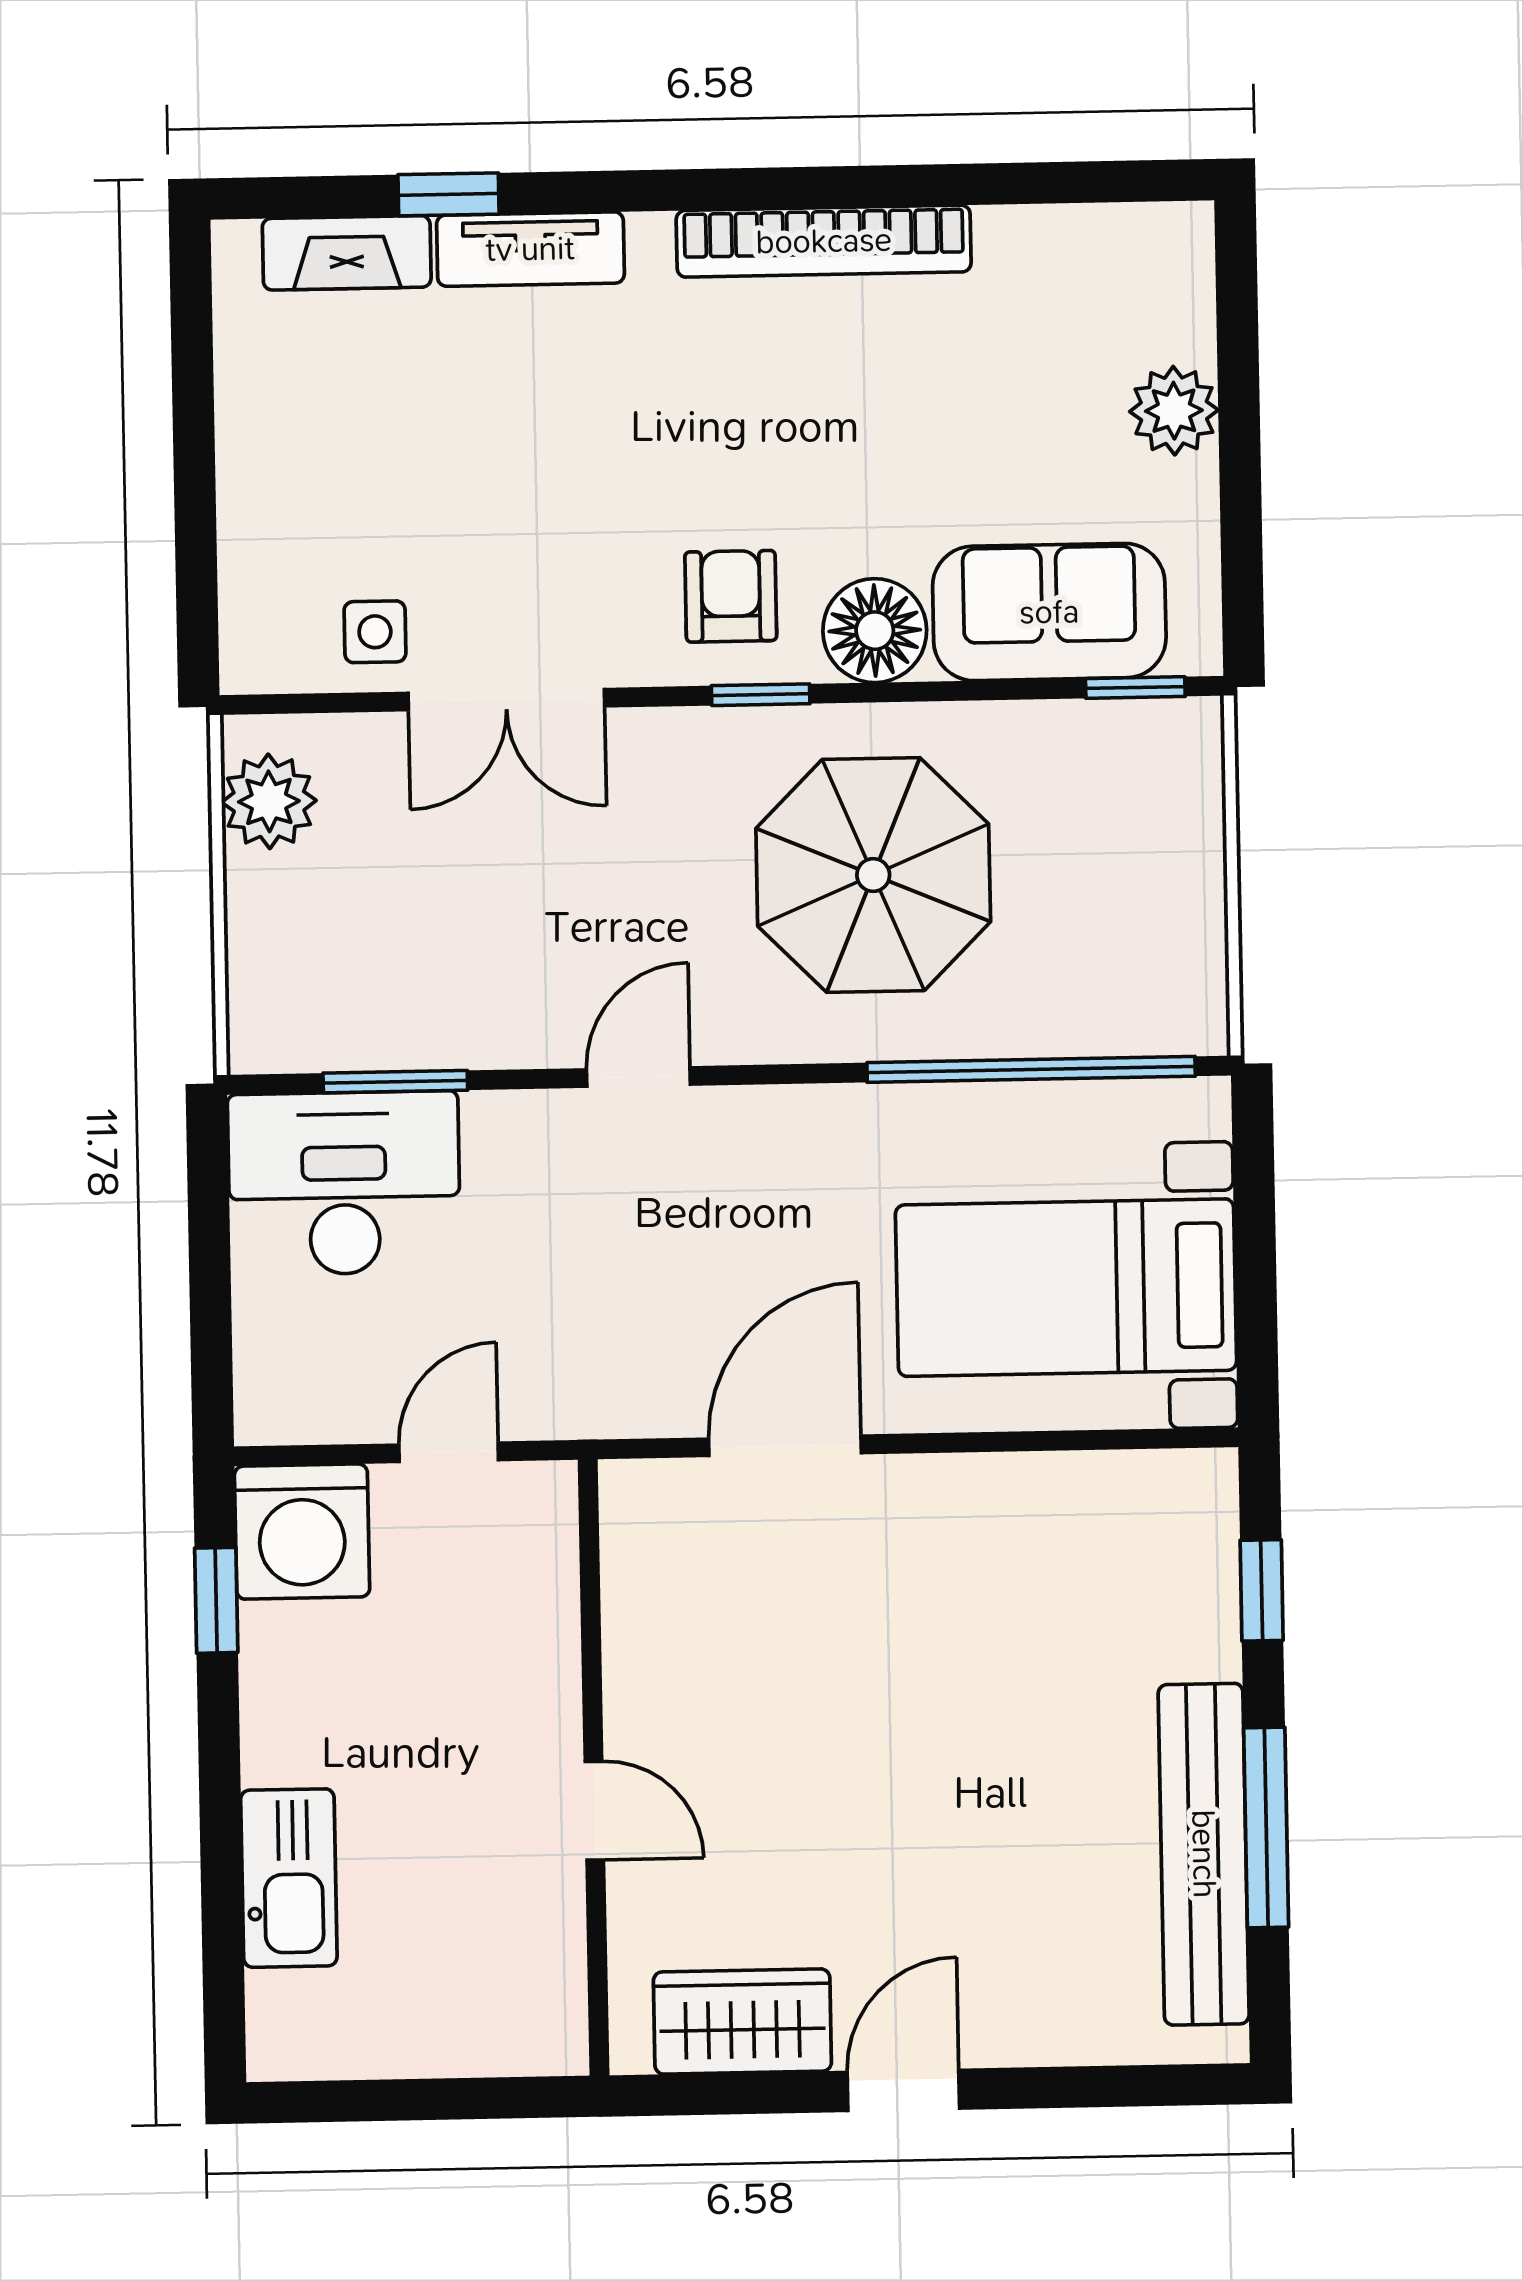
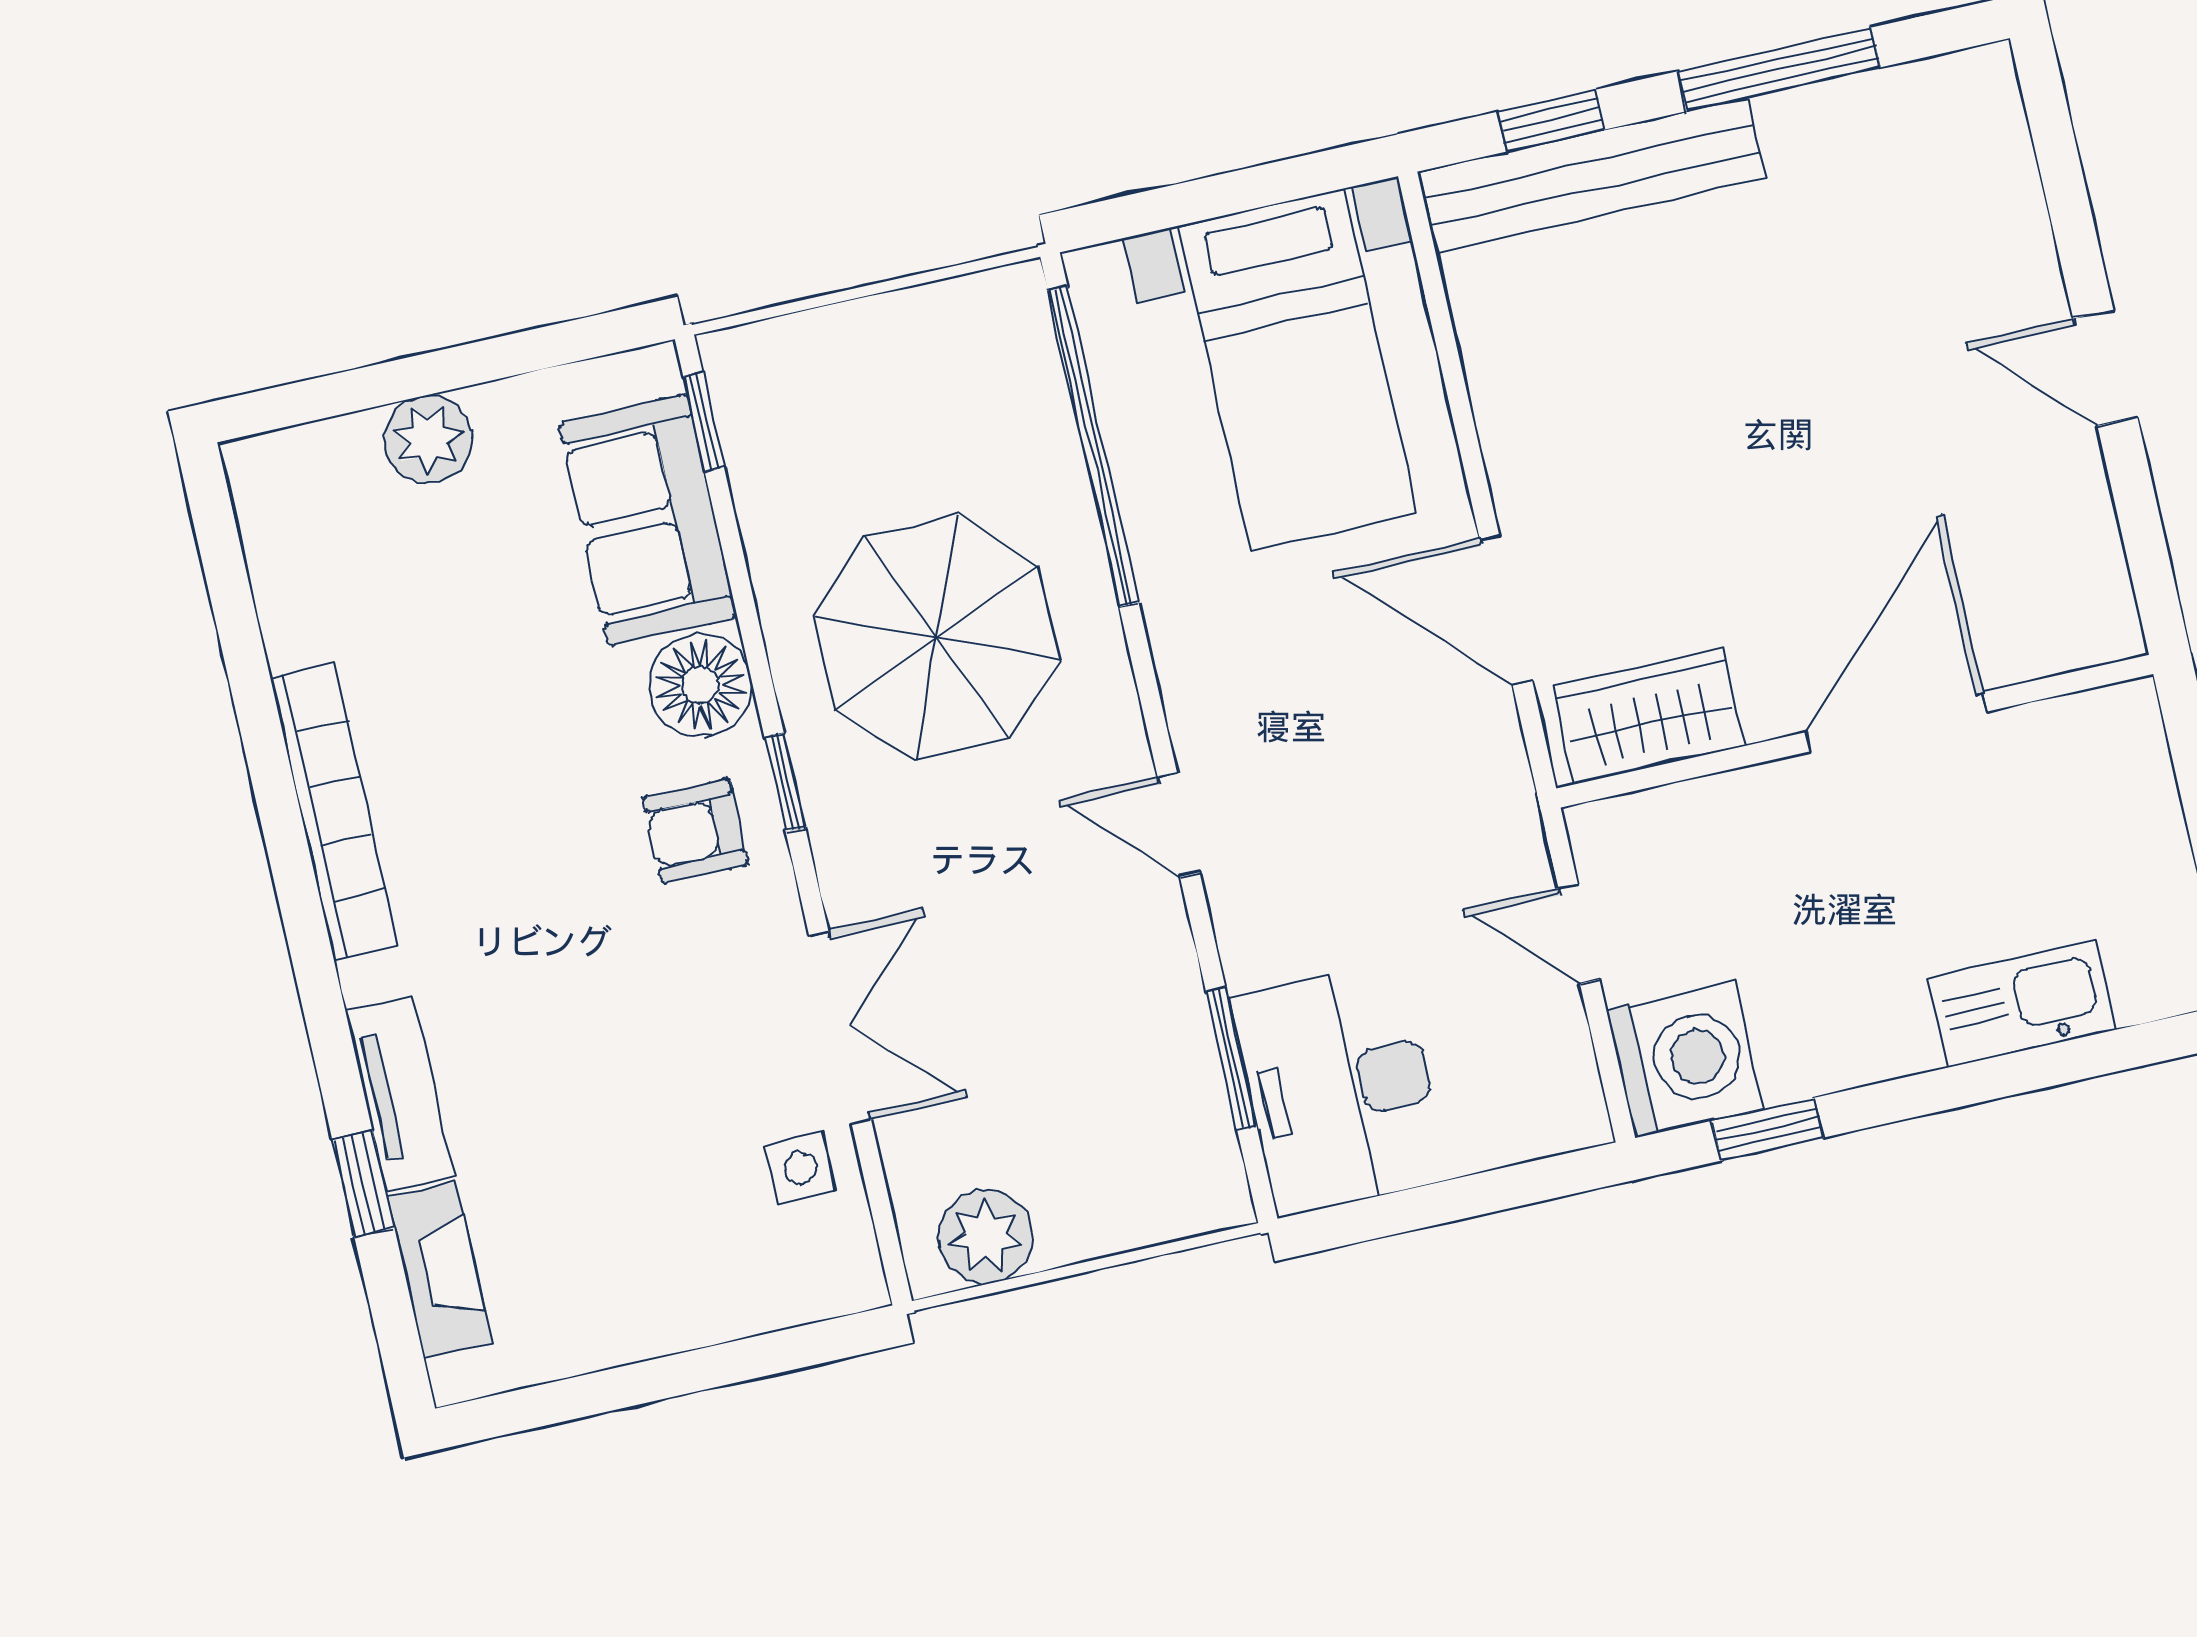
door: (594, 1811) -> (1896, 722), width x1.88
bench: (1204, 1854) -> (1592, 175), moved
wardrobe: (742, 2022) -> (1649, 716), moved, turned 90

